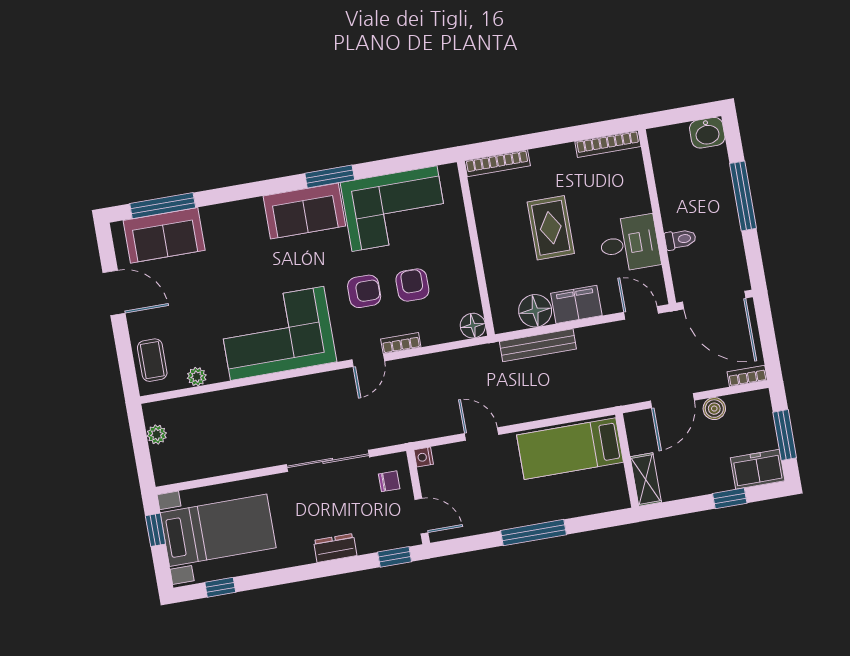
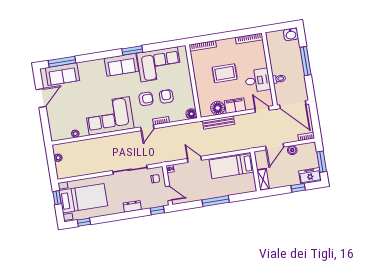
rug: (551, 228) -> (225, 73), turned 90
door: (114, 293) -> (41, 98), hinge flipped
coffee table: (152, 360) -> (57, 126), removed

